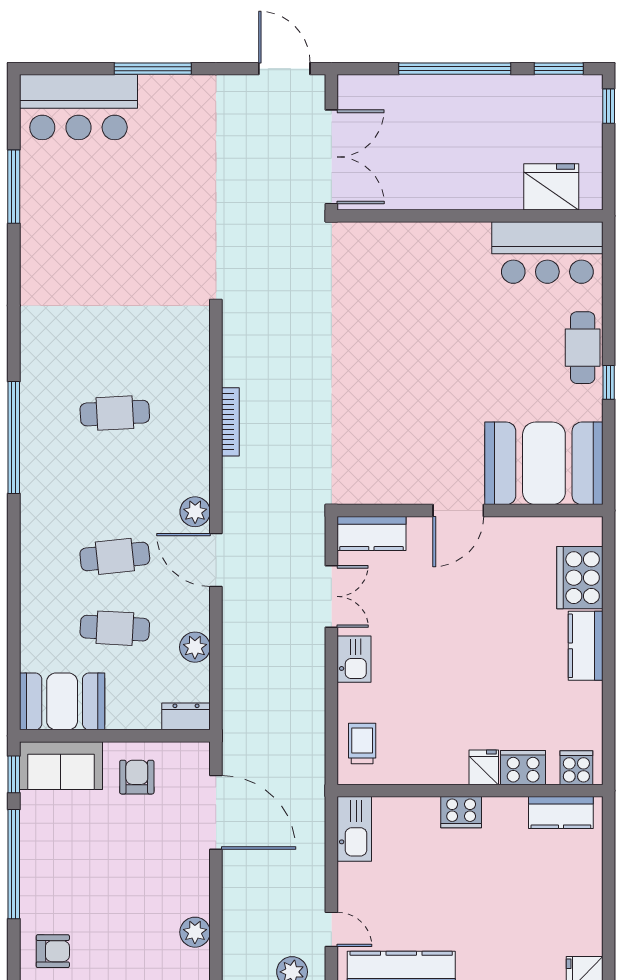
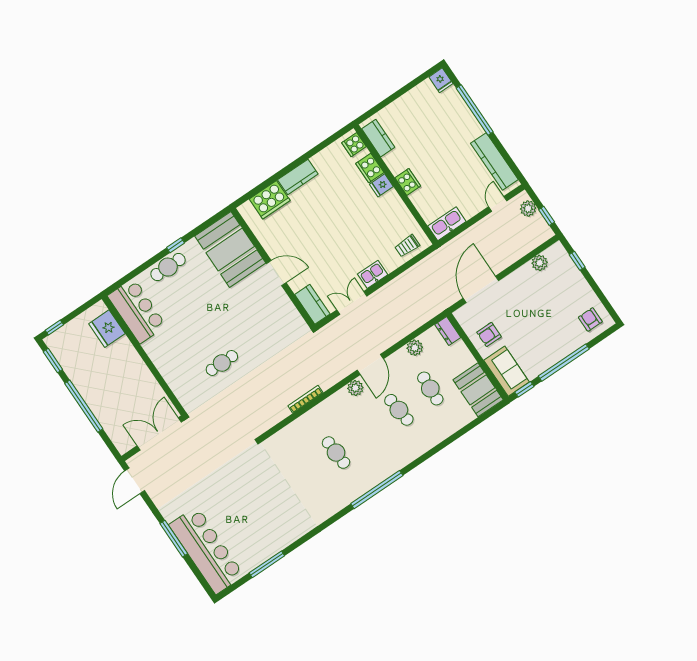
bar counter: (78, 107) -> (206, 550), width x1.36
cafe table: (376, 330) -> (222, 363), added

